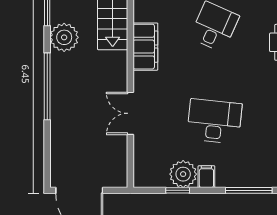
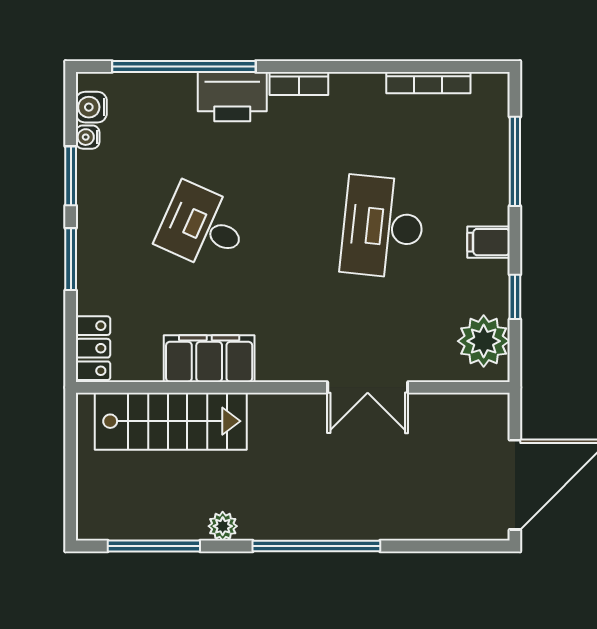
plant: (64, 37) -> (223, 526), width x0.53, depth x0.53
filing cabinet: (145, 47) -> (209, 359), moved
plant: (183, 174) -> (484, 341), moved

